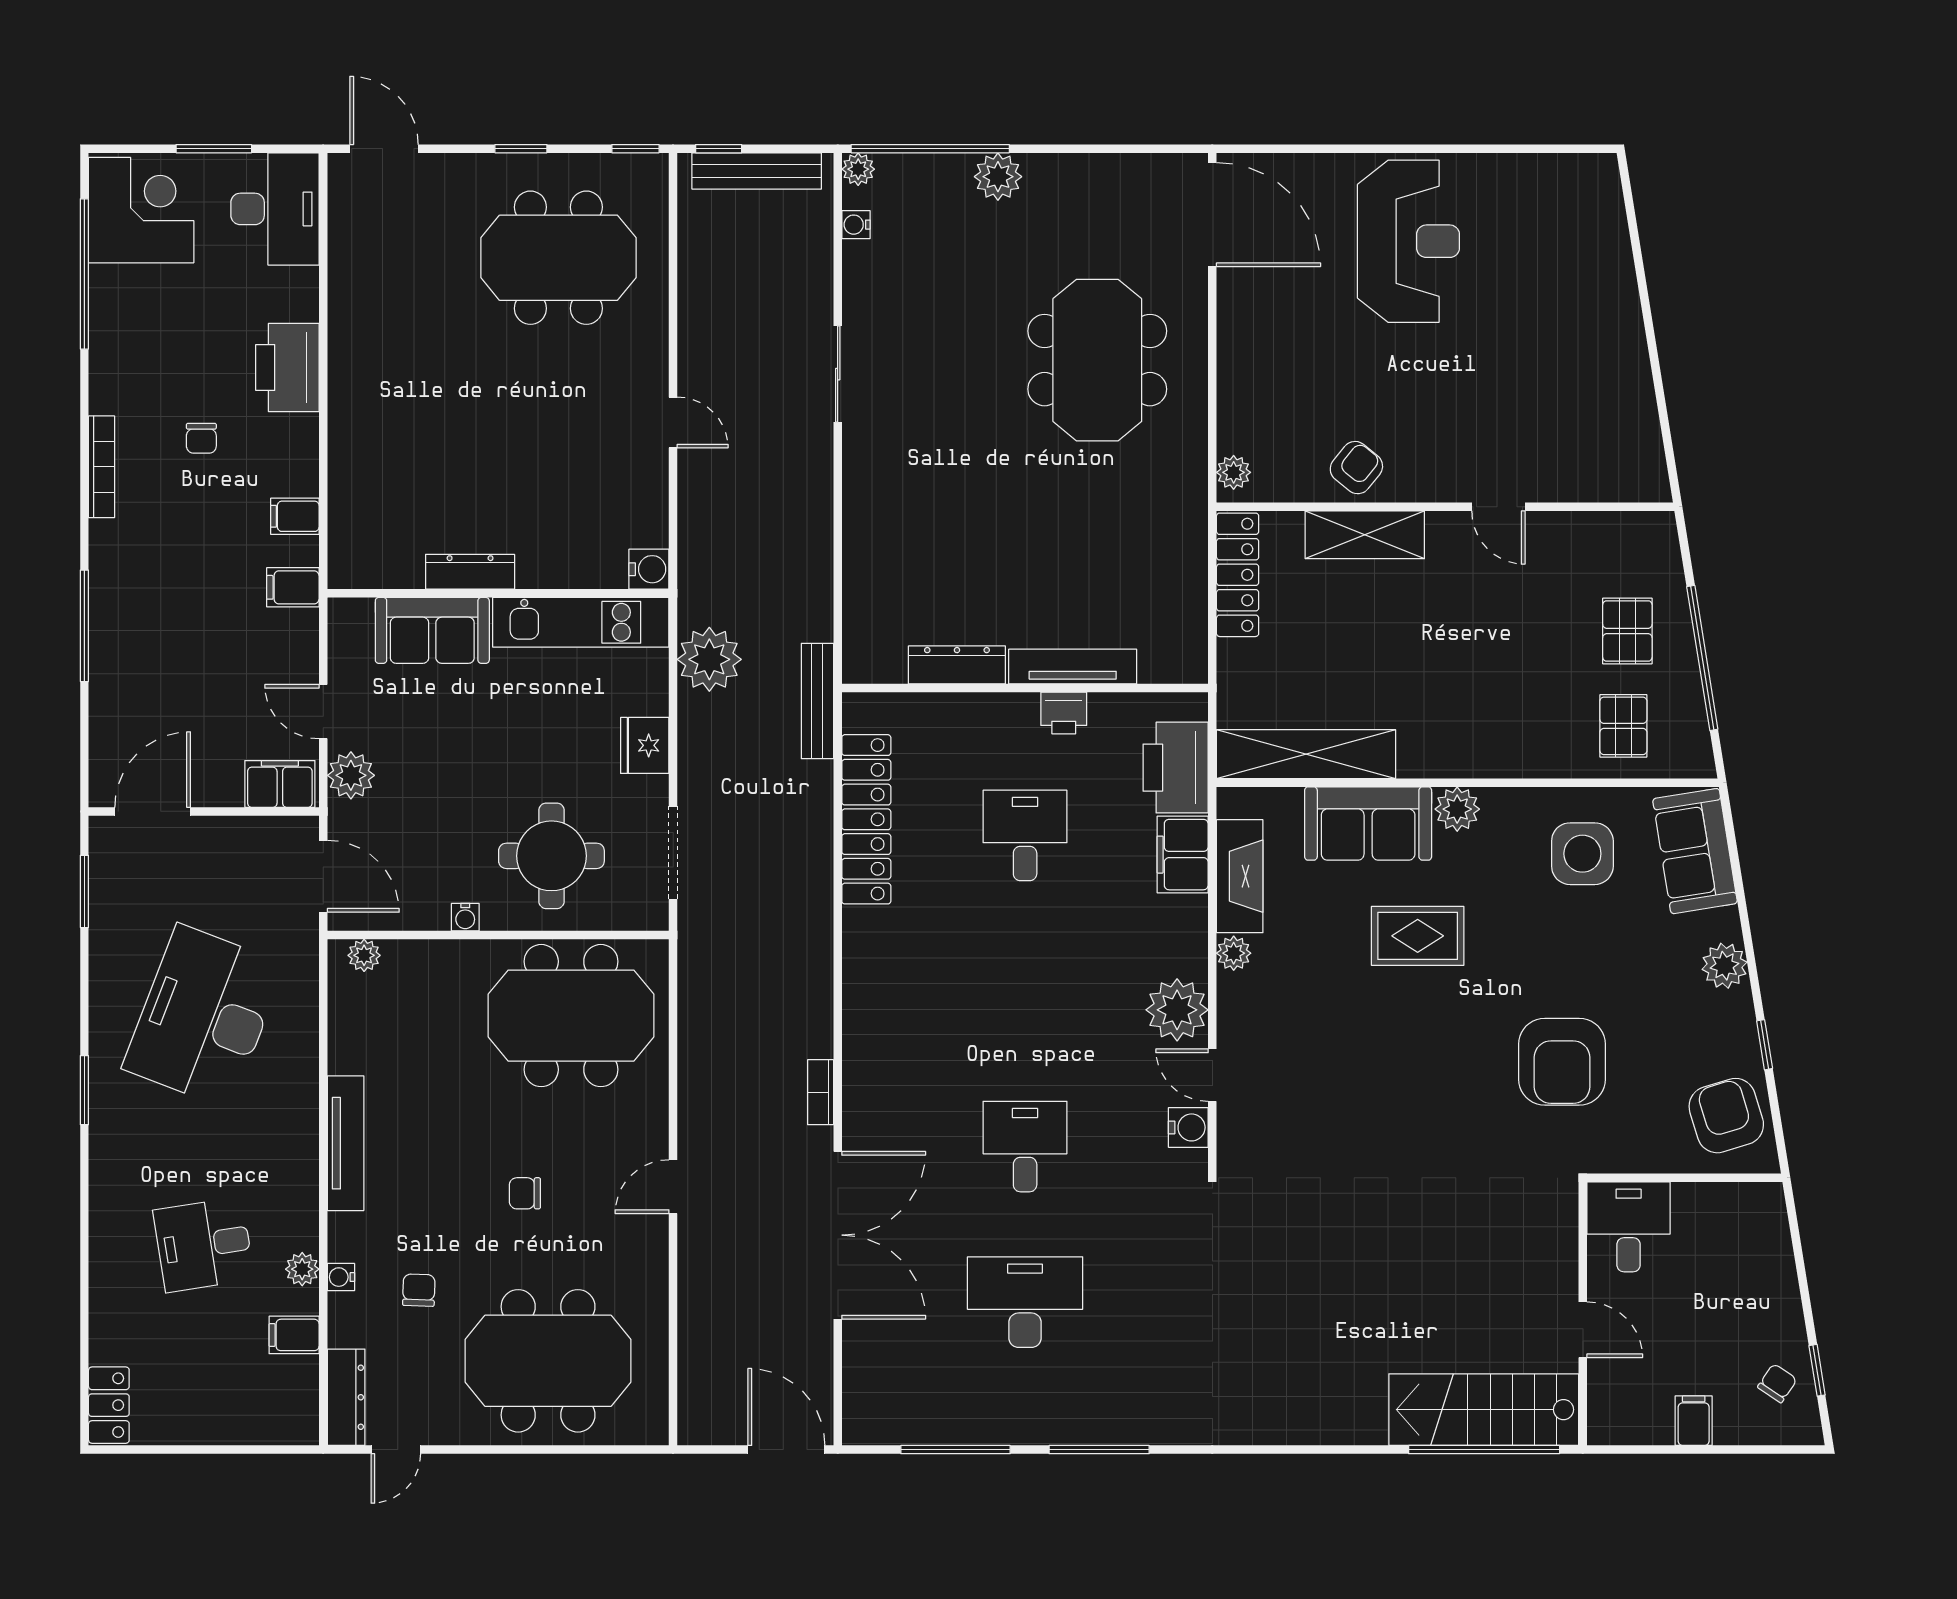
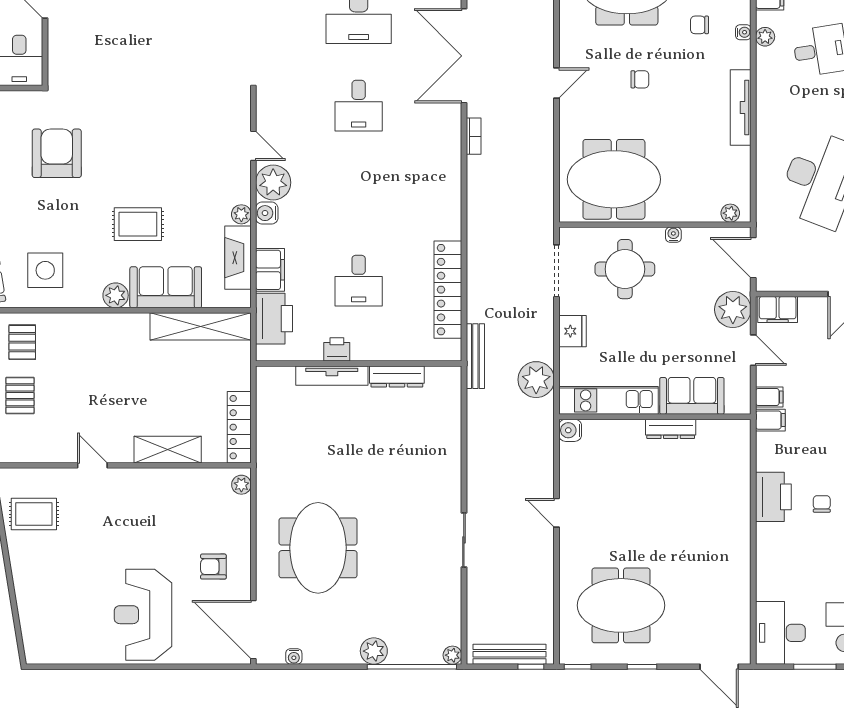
water cooler: (856, 225) -> (294, 656), moved, turned 90
printer: (287, 368) -> (773, 497), moved
rug: (1602, 420) -> (34, 514), added
armchair: (1356, 468) -> (213, 567), moved, turned 51
filing cabinet: (295, 516) -> (769, 397), moved
plant: (351, 775) -> (733, 310), width x1.36, depth x1.36
water cooler: (1188, 1127) -> (267, 213), moved
chair: (419, 1290) -> (699, 25), turned 88

